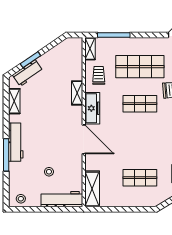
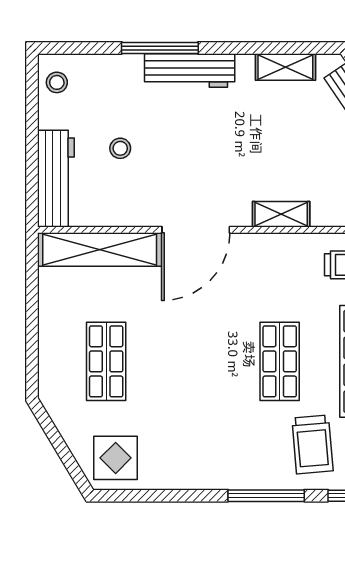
shelving: (77, 93) -> (281, 214), moved
freezer: (92, 108) -> (269, 250), removed
shelving: (92, 189) -> (100, 250), width x1.47

